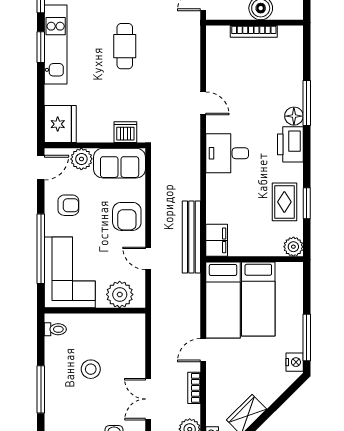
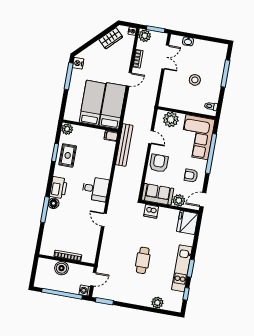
filing cabinet: (217, 240) -> (111, 136), width x0.50

